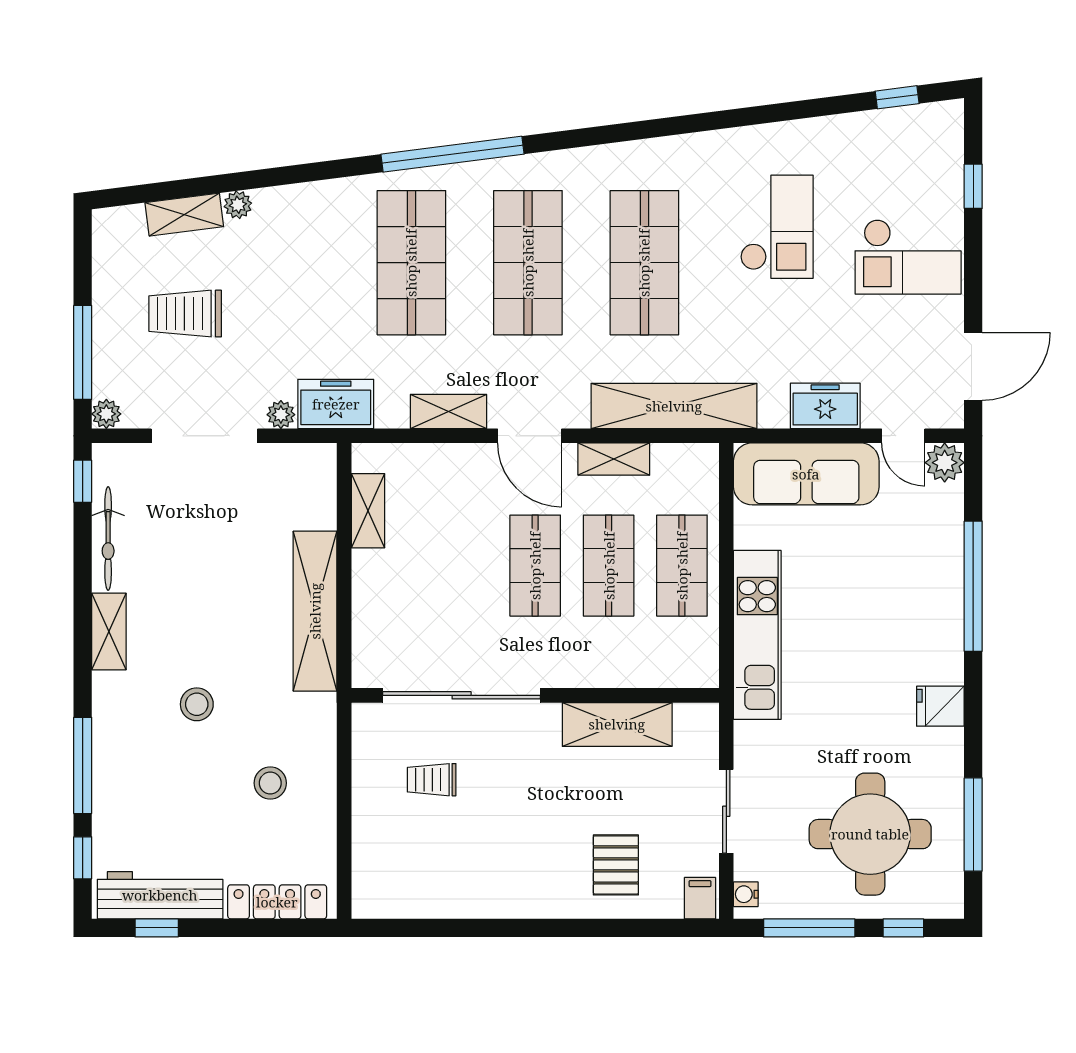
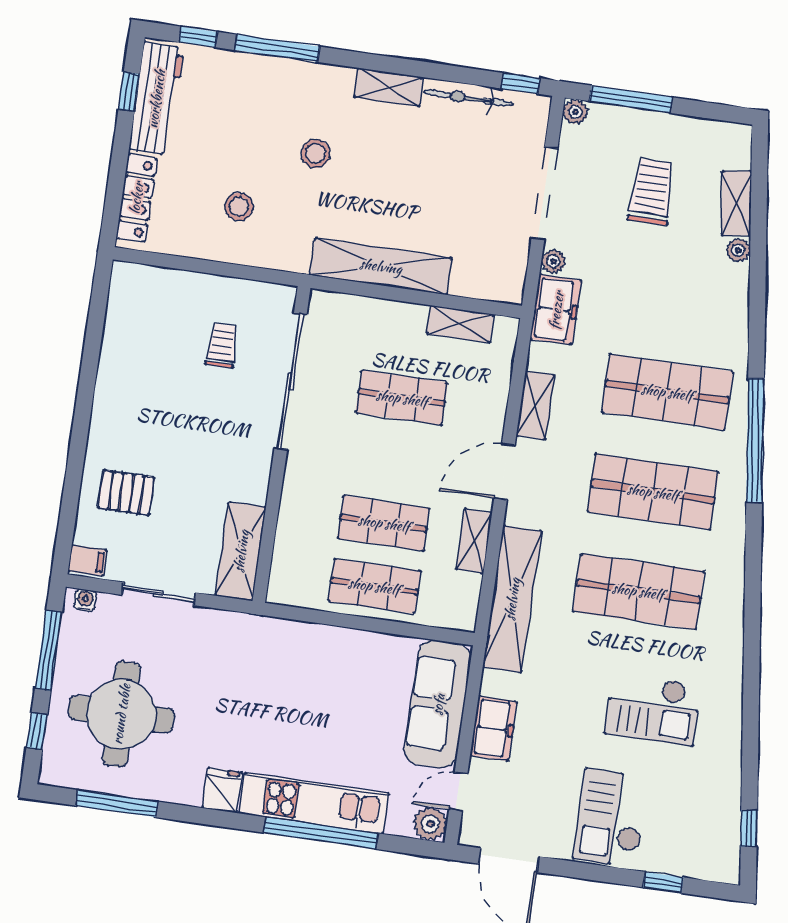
shop shelf: (535, 566) -> (402, 398), moved
kitchen unit: (757, 635) -> (314, 803), moved, turned 180
shelving: (617, 724) -> (241, 551), moved

